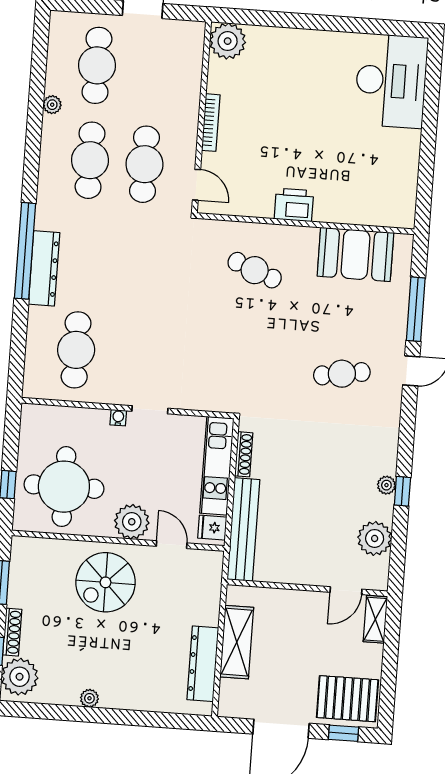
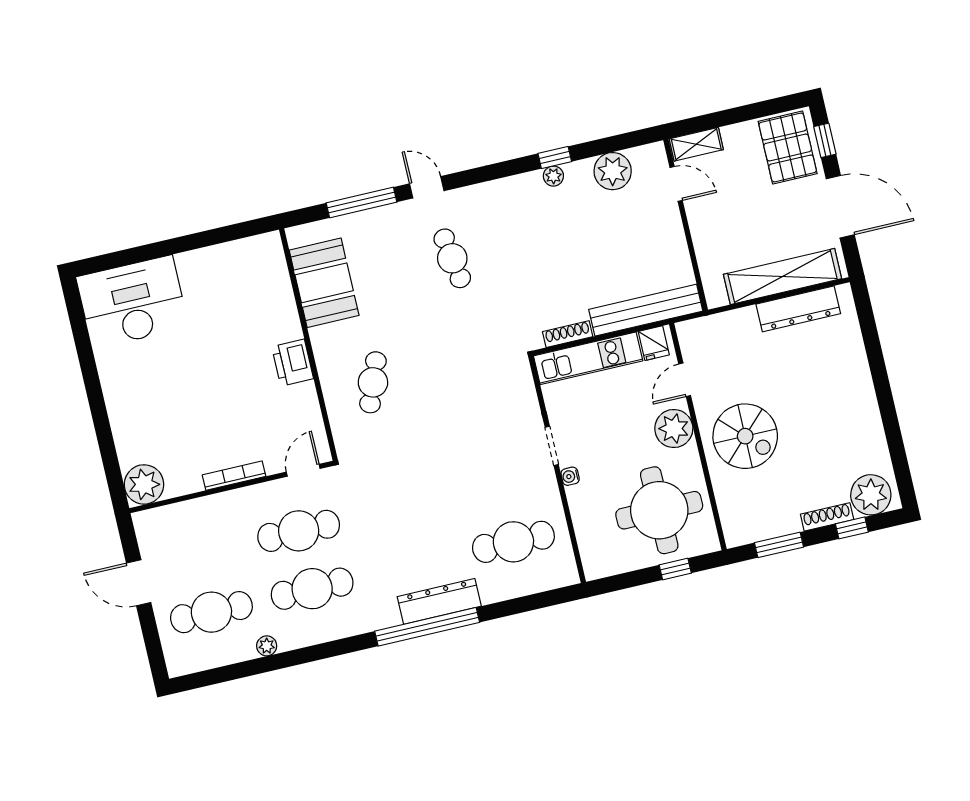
shelving: (237, 642) -> (783, 276), width x1.47
plant: (89, 698) -> (871, 415), removed

